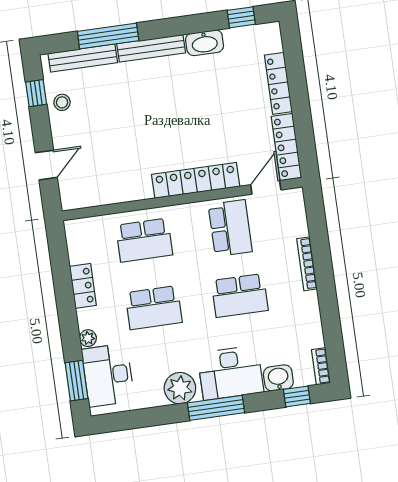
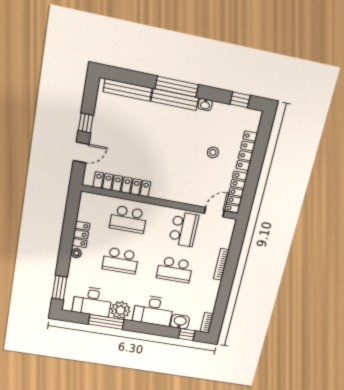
window: (108, 36) -> (177, 87), moved
washbasin: (205, 43) -> (205, 105), width x0.52, depth x0.69
window: (36, 93) -> (86, 123), moved
stool: (62, 102) -> (213, 152), moved
locker: (196, 180) -> (122, 184), moved
plant: (88, 338) -> (76, 253), moved
desk: (108, 375) -> (92, 301), moved, turned -90
window: (216, 408) -> (106, 322), moved

